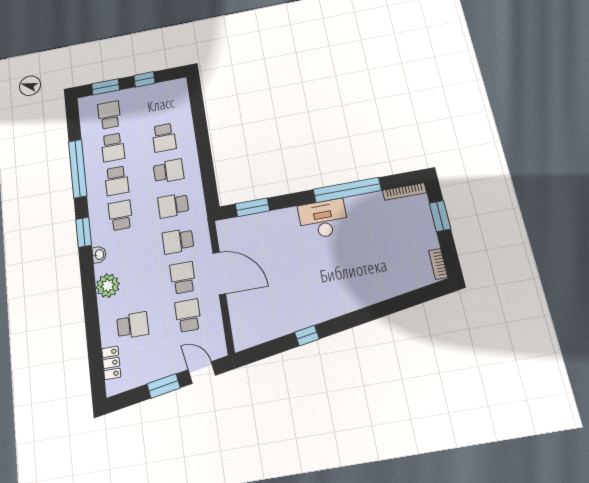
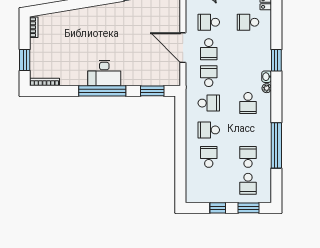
school desk: (117, 181) -> (248, 130), removed
window: (347, 190) -> (102, 91), moved
window: (84, 232) -> (276, 60), moved
school desk: (178, 241) -> (209, 76), turned -90
plant: (108, 286) -> (267, 88), moved, width x0.53, depth x0.53
school desk: (188, 316) -> (209, 22), turned 90

